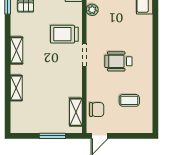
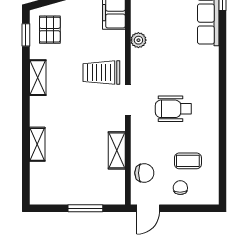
shelving: (17, 50) -> (38, 78), moved
shelving: (76, 112) -> (117, 150), moved
chair: (124, 120) -> (180, 188), added

